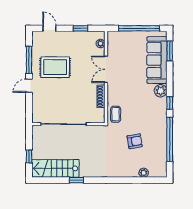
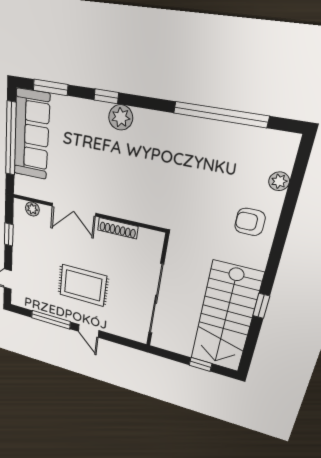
sofa: (157, 60) -> (31, 135), moved, turned -90
rug: (55, 67) -> (83, 285), moved, turned 90
window: (170, 103) -> (106, 96), moved
coffee table: (116, 114) -> (153, 210), removed
armchair: (135, 141) -> (250, 222), moved, turned -80
stairs: (55, 168) -> (226, 317), width x1.36, depth x1.51

